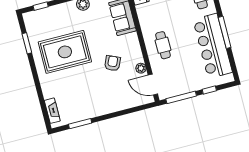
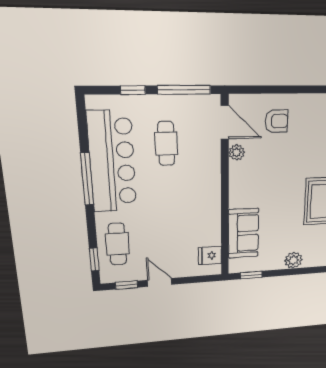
cafe table: (163, 45) -> (166, 144), moved
armchair: (112, 63) -> (276, 121), moved, turned -114

